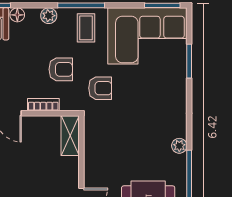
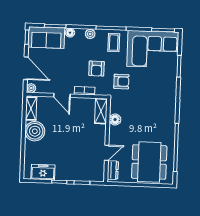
armchair: (61, 69) -> (97, 69), turned 90
plant: (179, 146) -> (171, 120), removed
floor lamp: (92, 148) -> (115, 120), added

